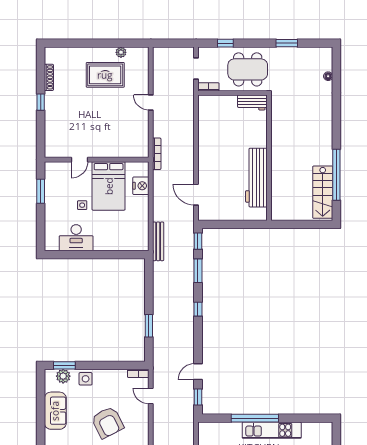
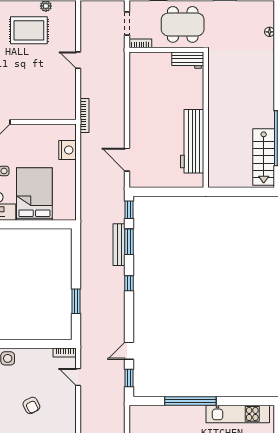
bed: (109, 186) -> (34, 194), moved, turned 180
bench: (158, 241) -> (119, 245), moved
armchair: (108, 422) -> (31, 405), width x0.53, depth x0.53
kitchen unit: (272, 430) -> (238, 414), moved

